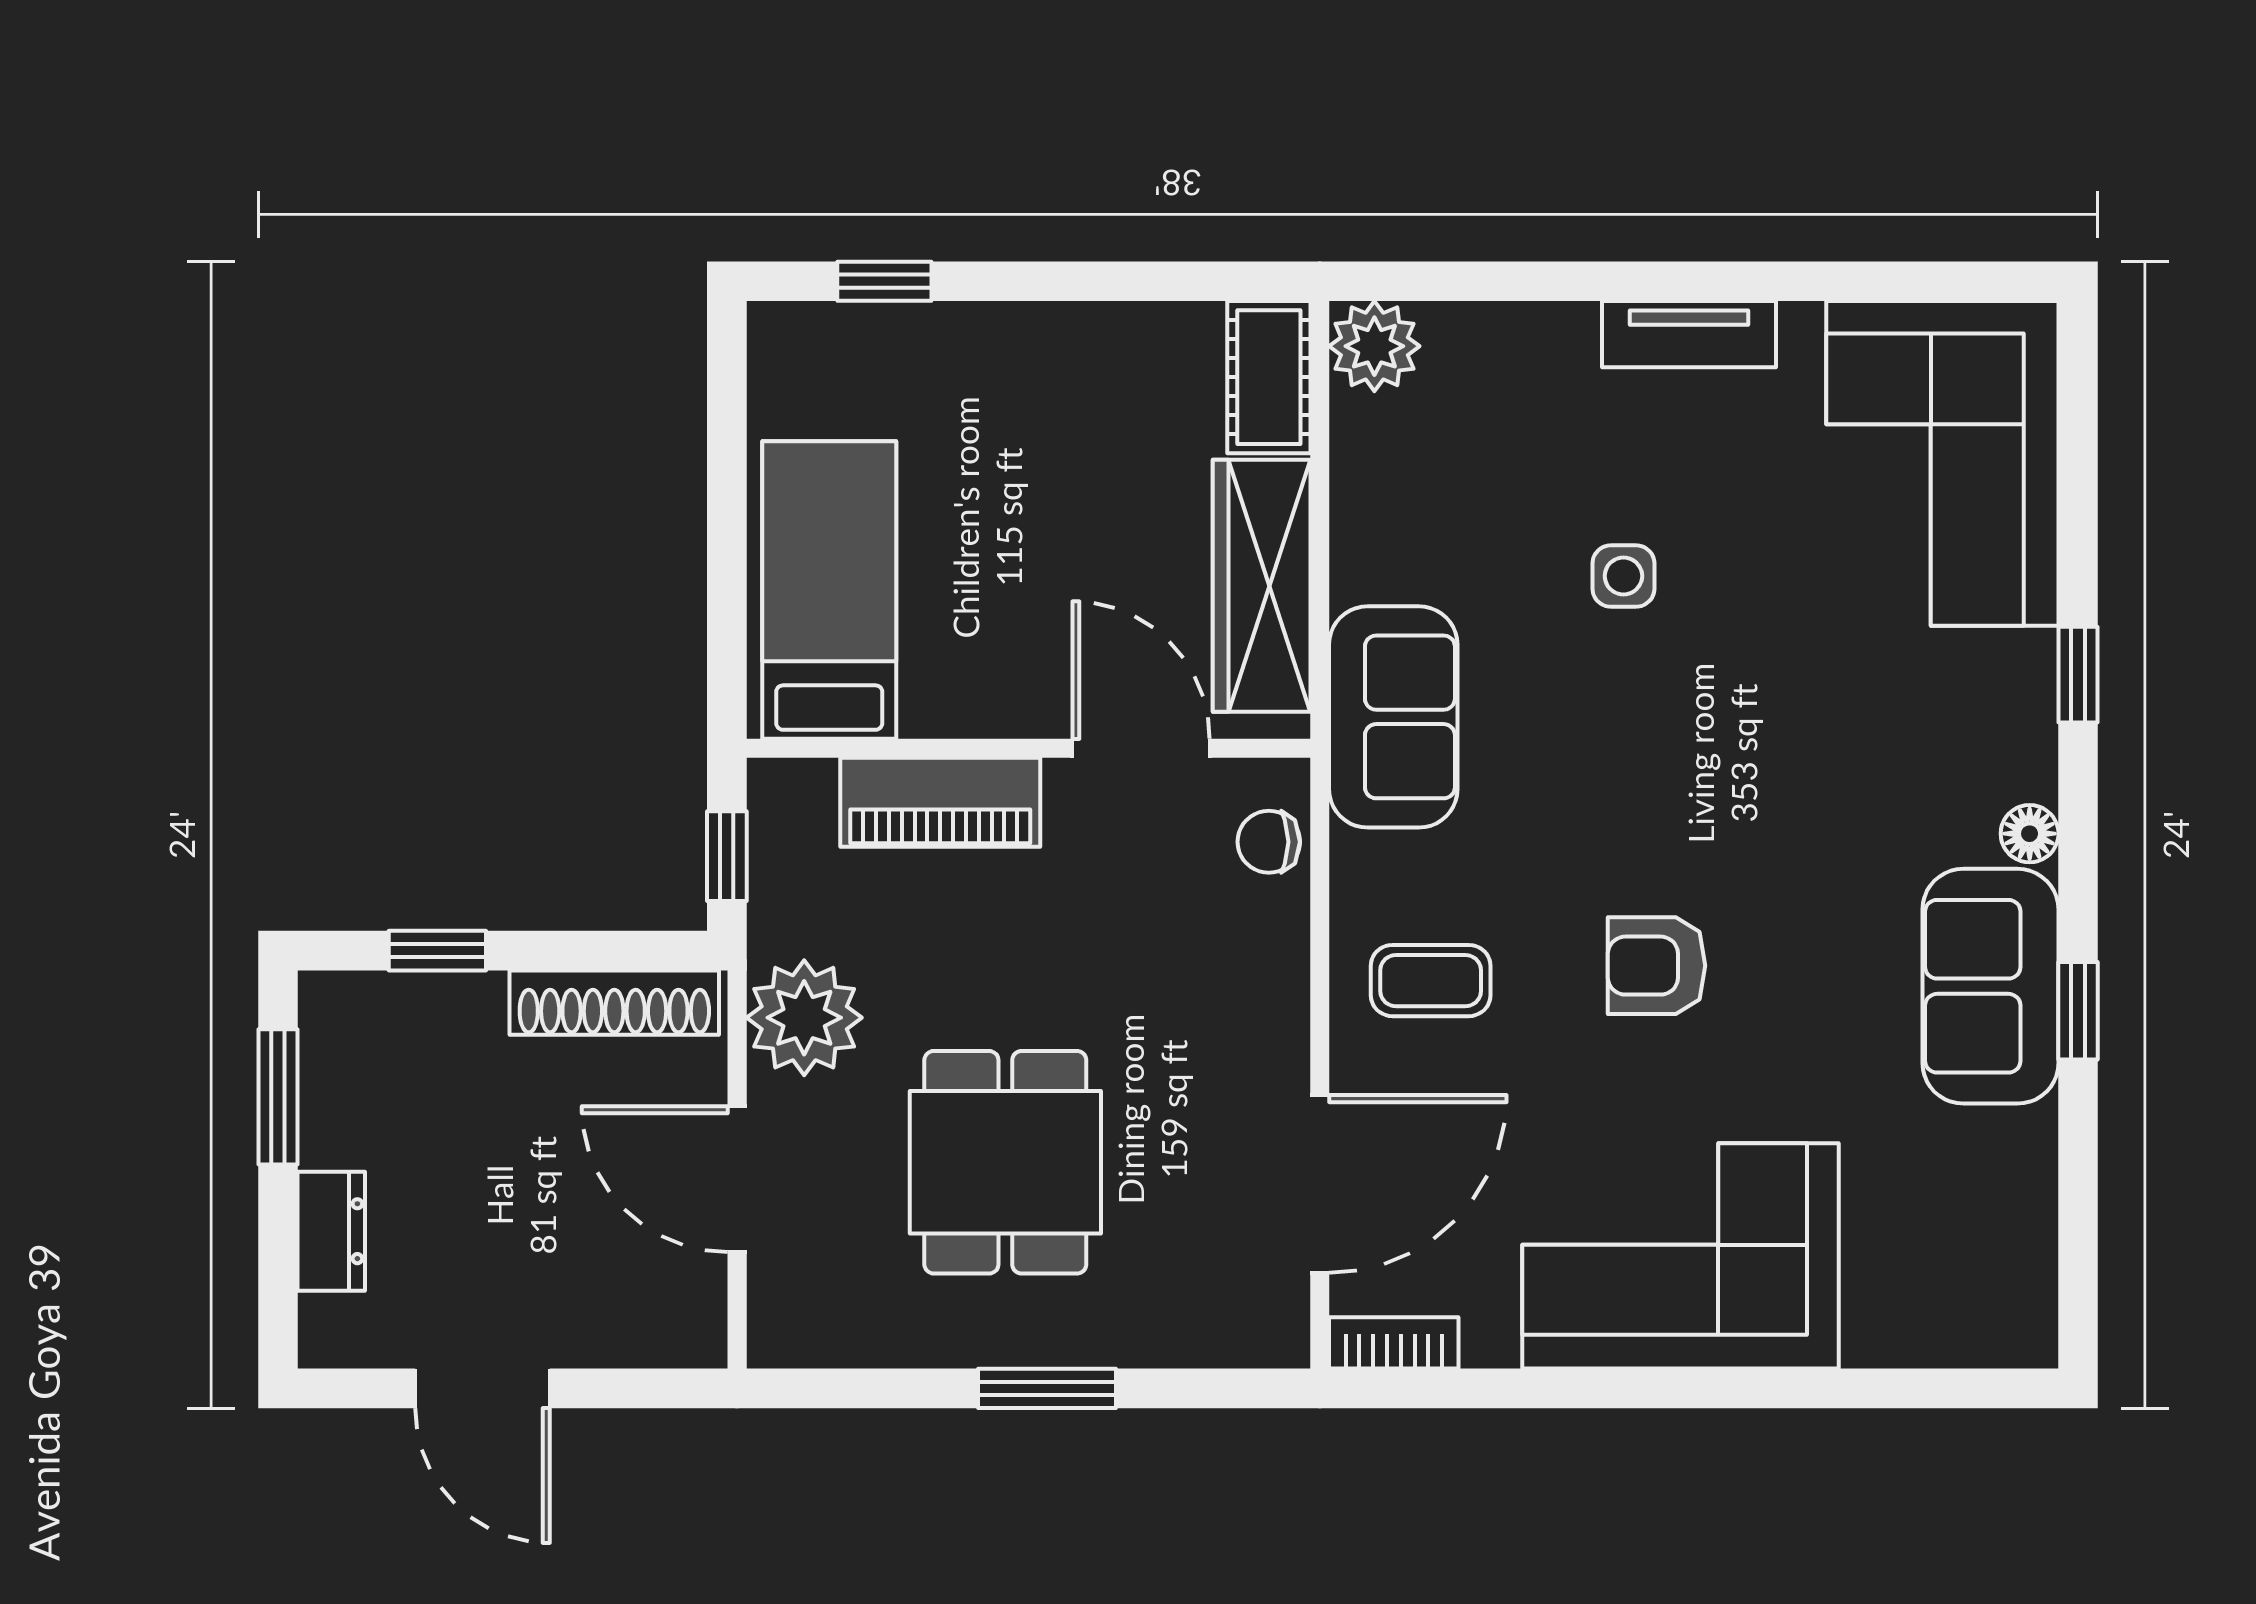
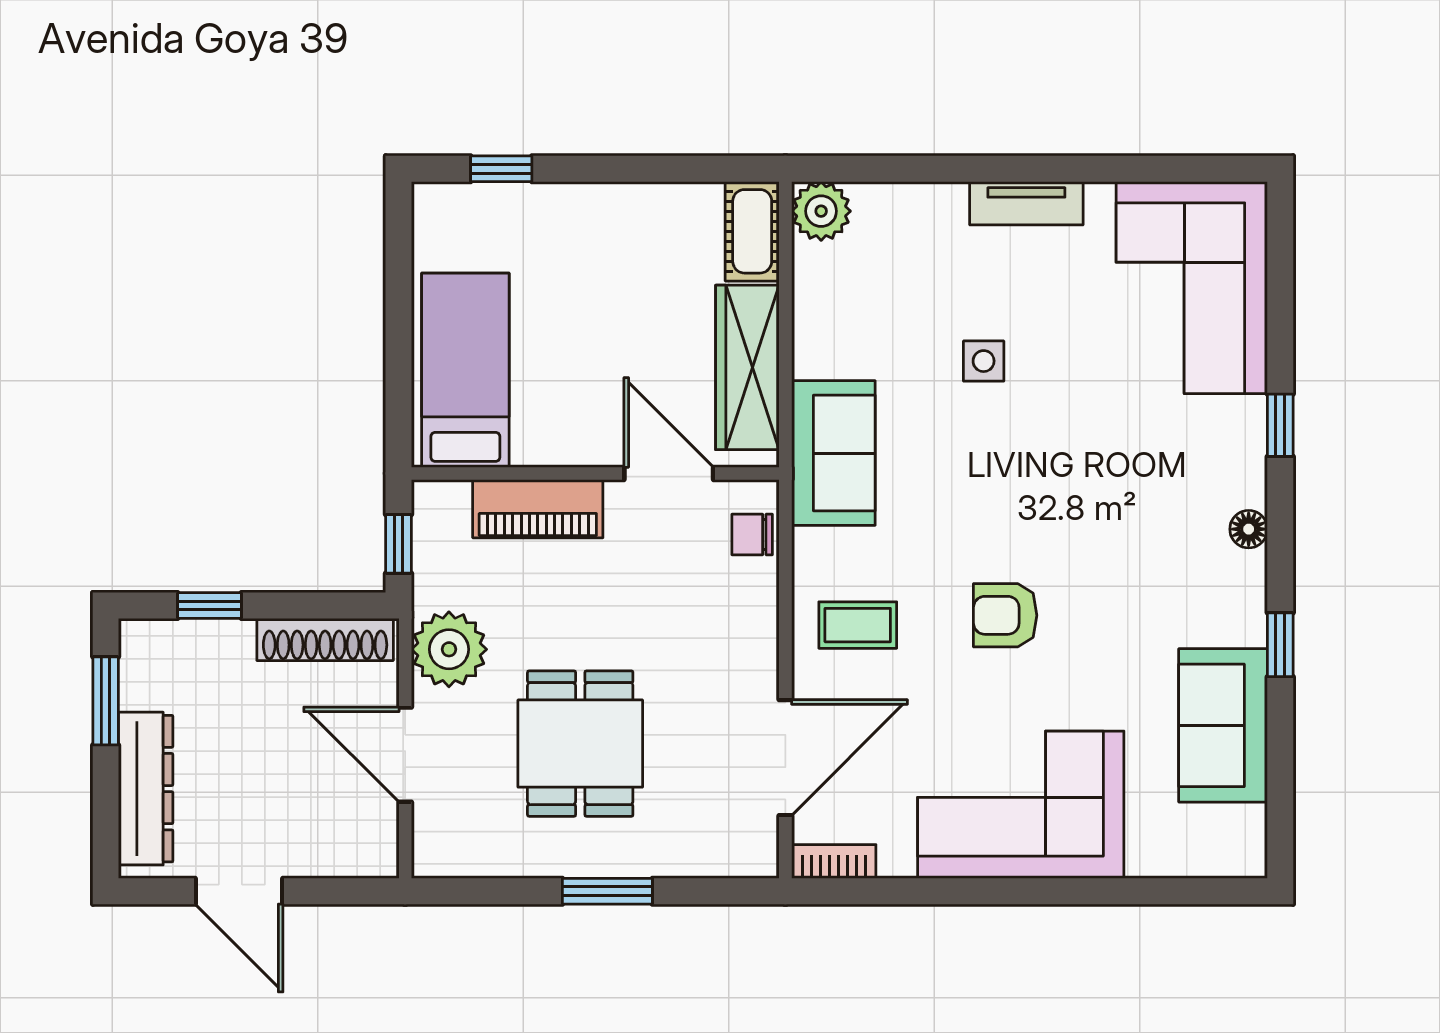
sofa: (1990, 986) -> (1223, 725), moved
dresser: (331, 1231) -> (146, 789), width x1.96, depth x1.24

